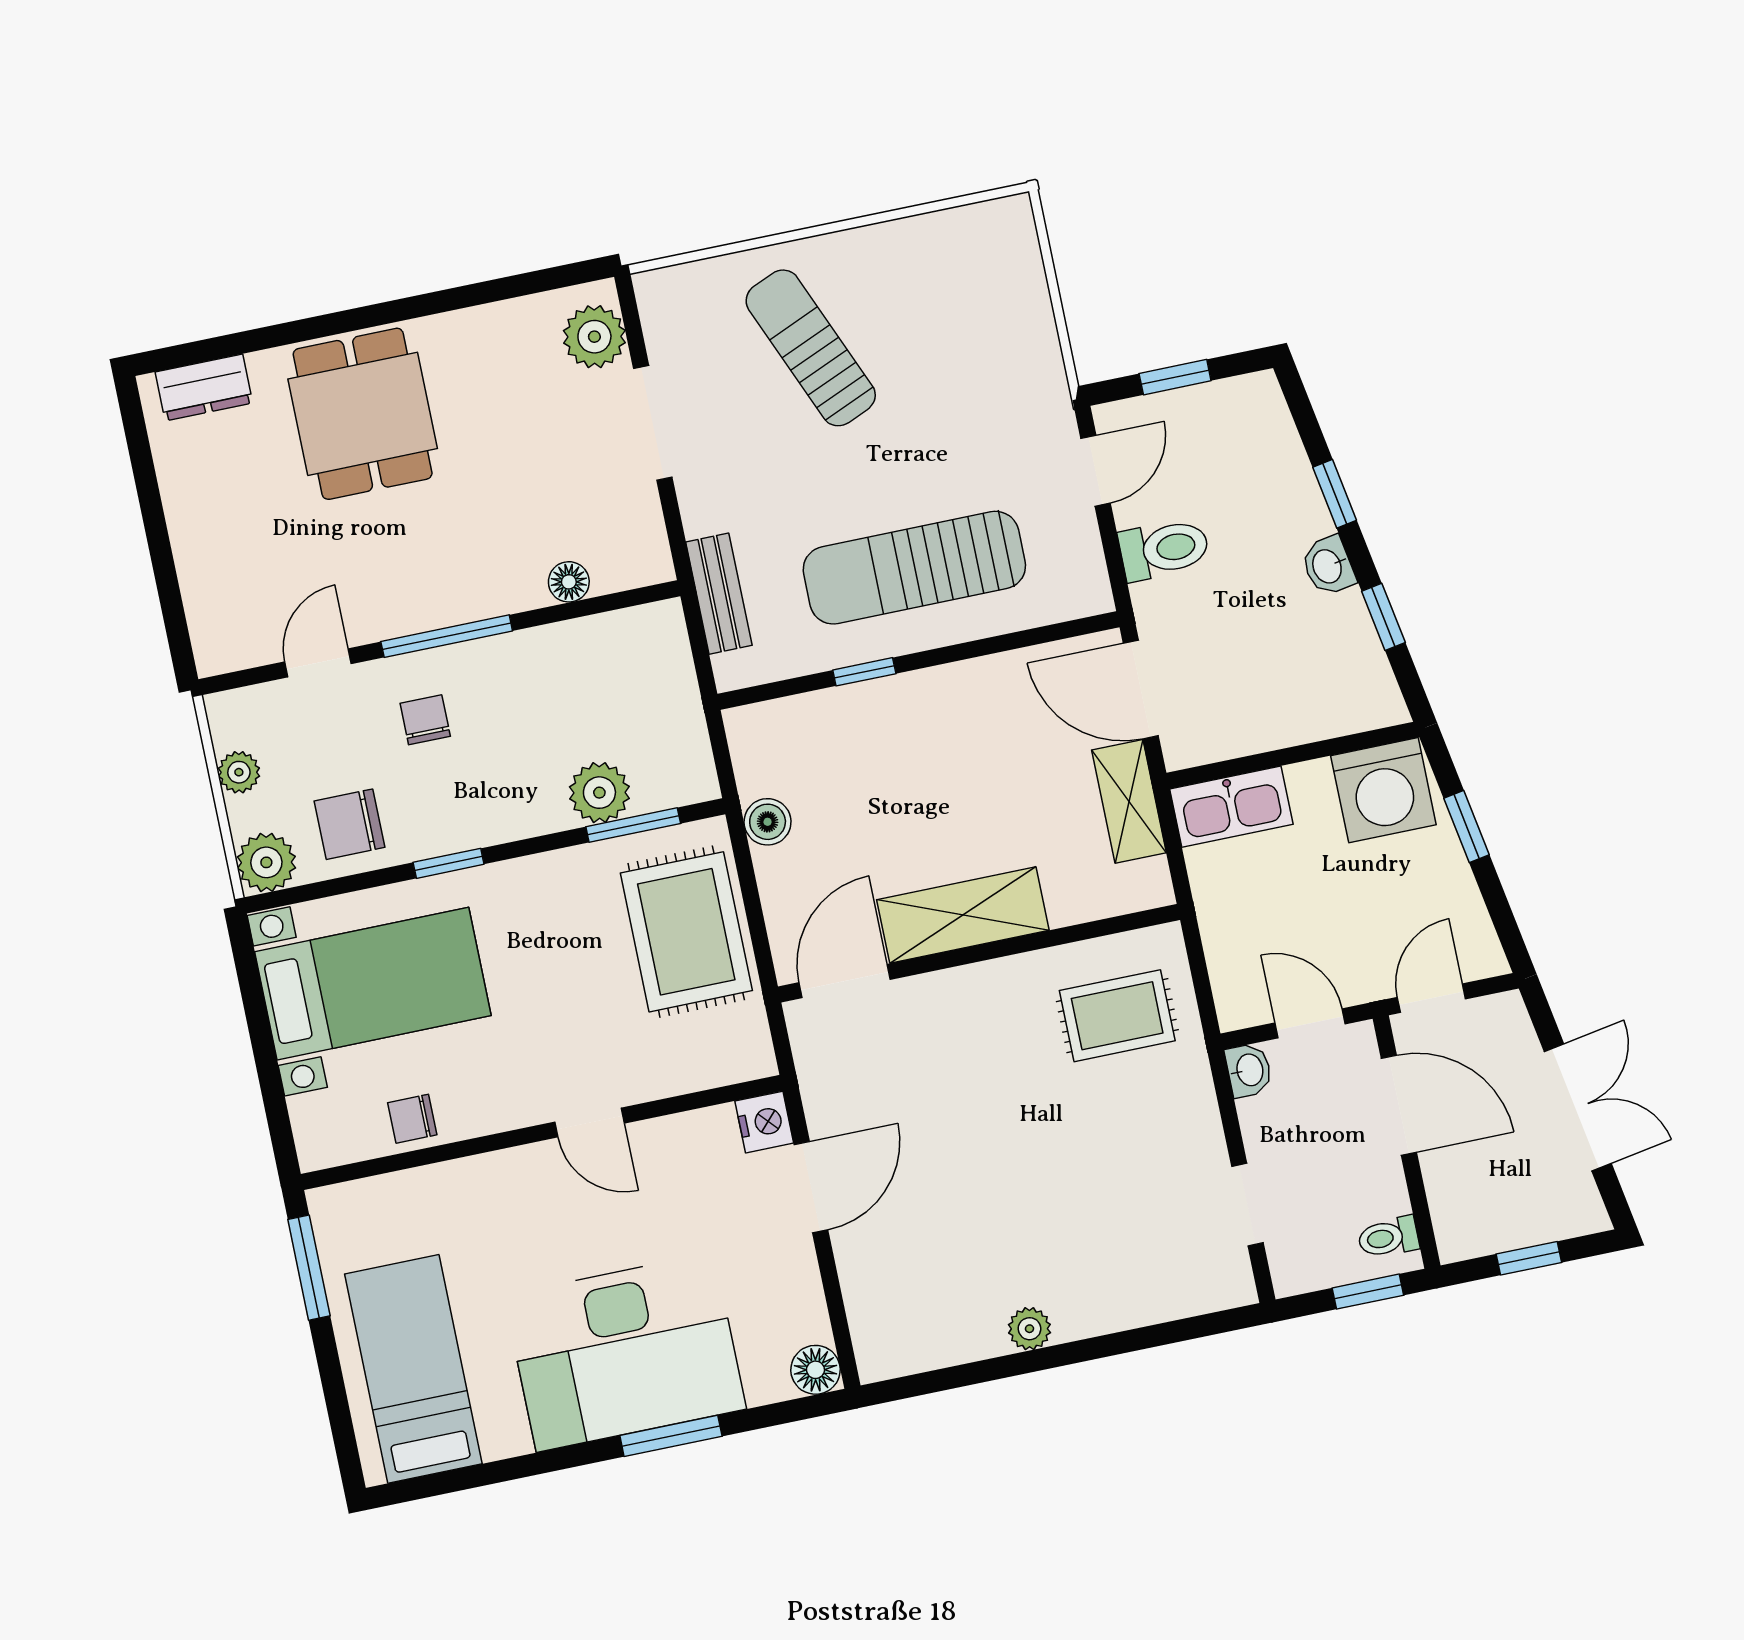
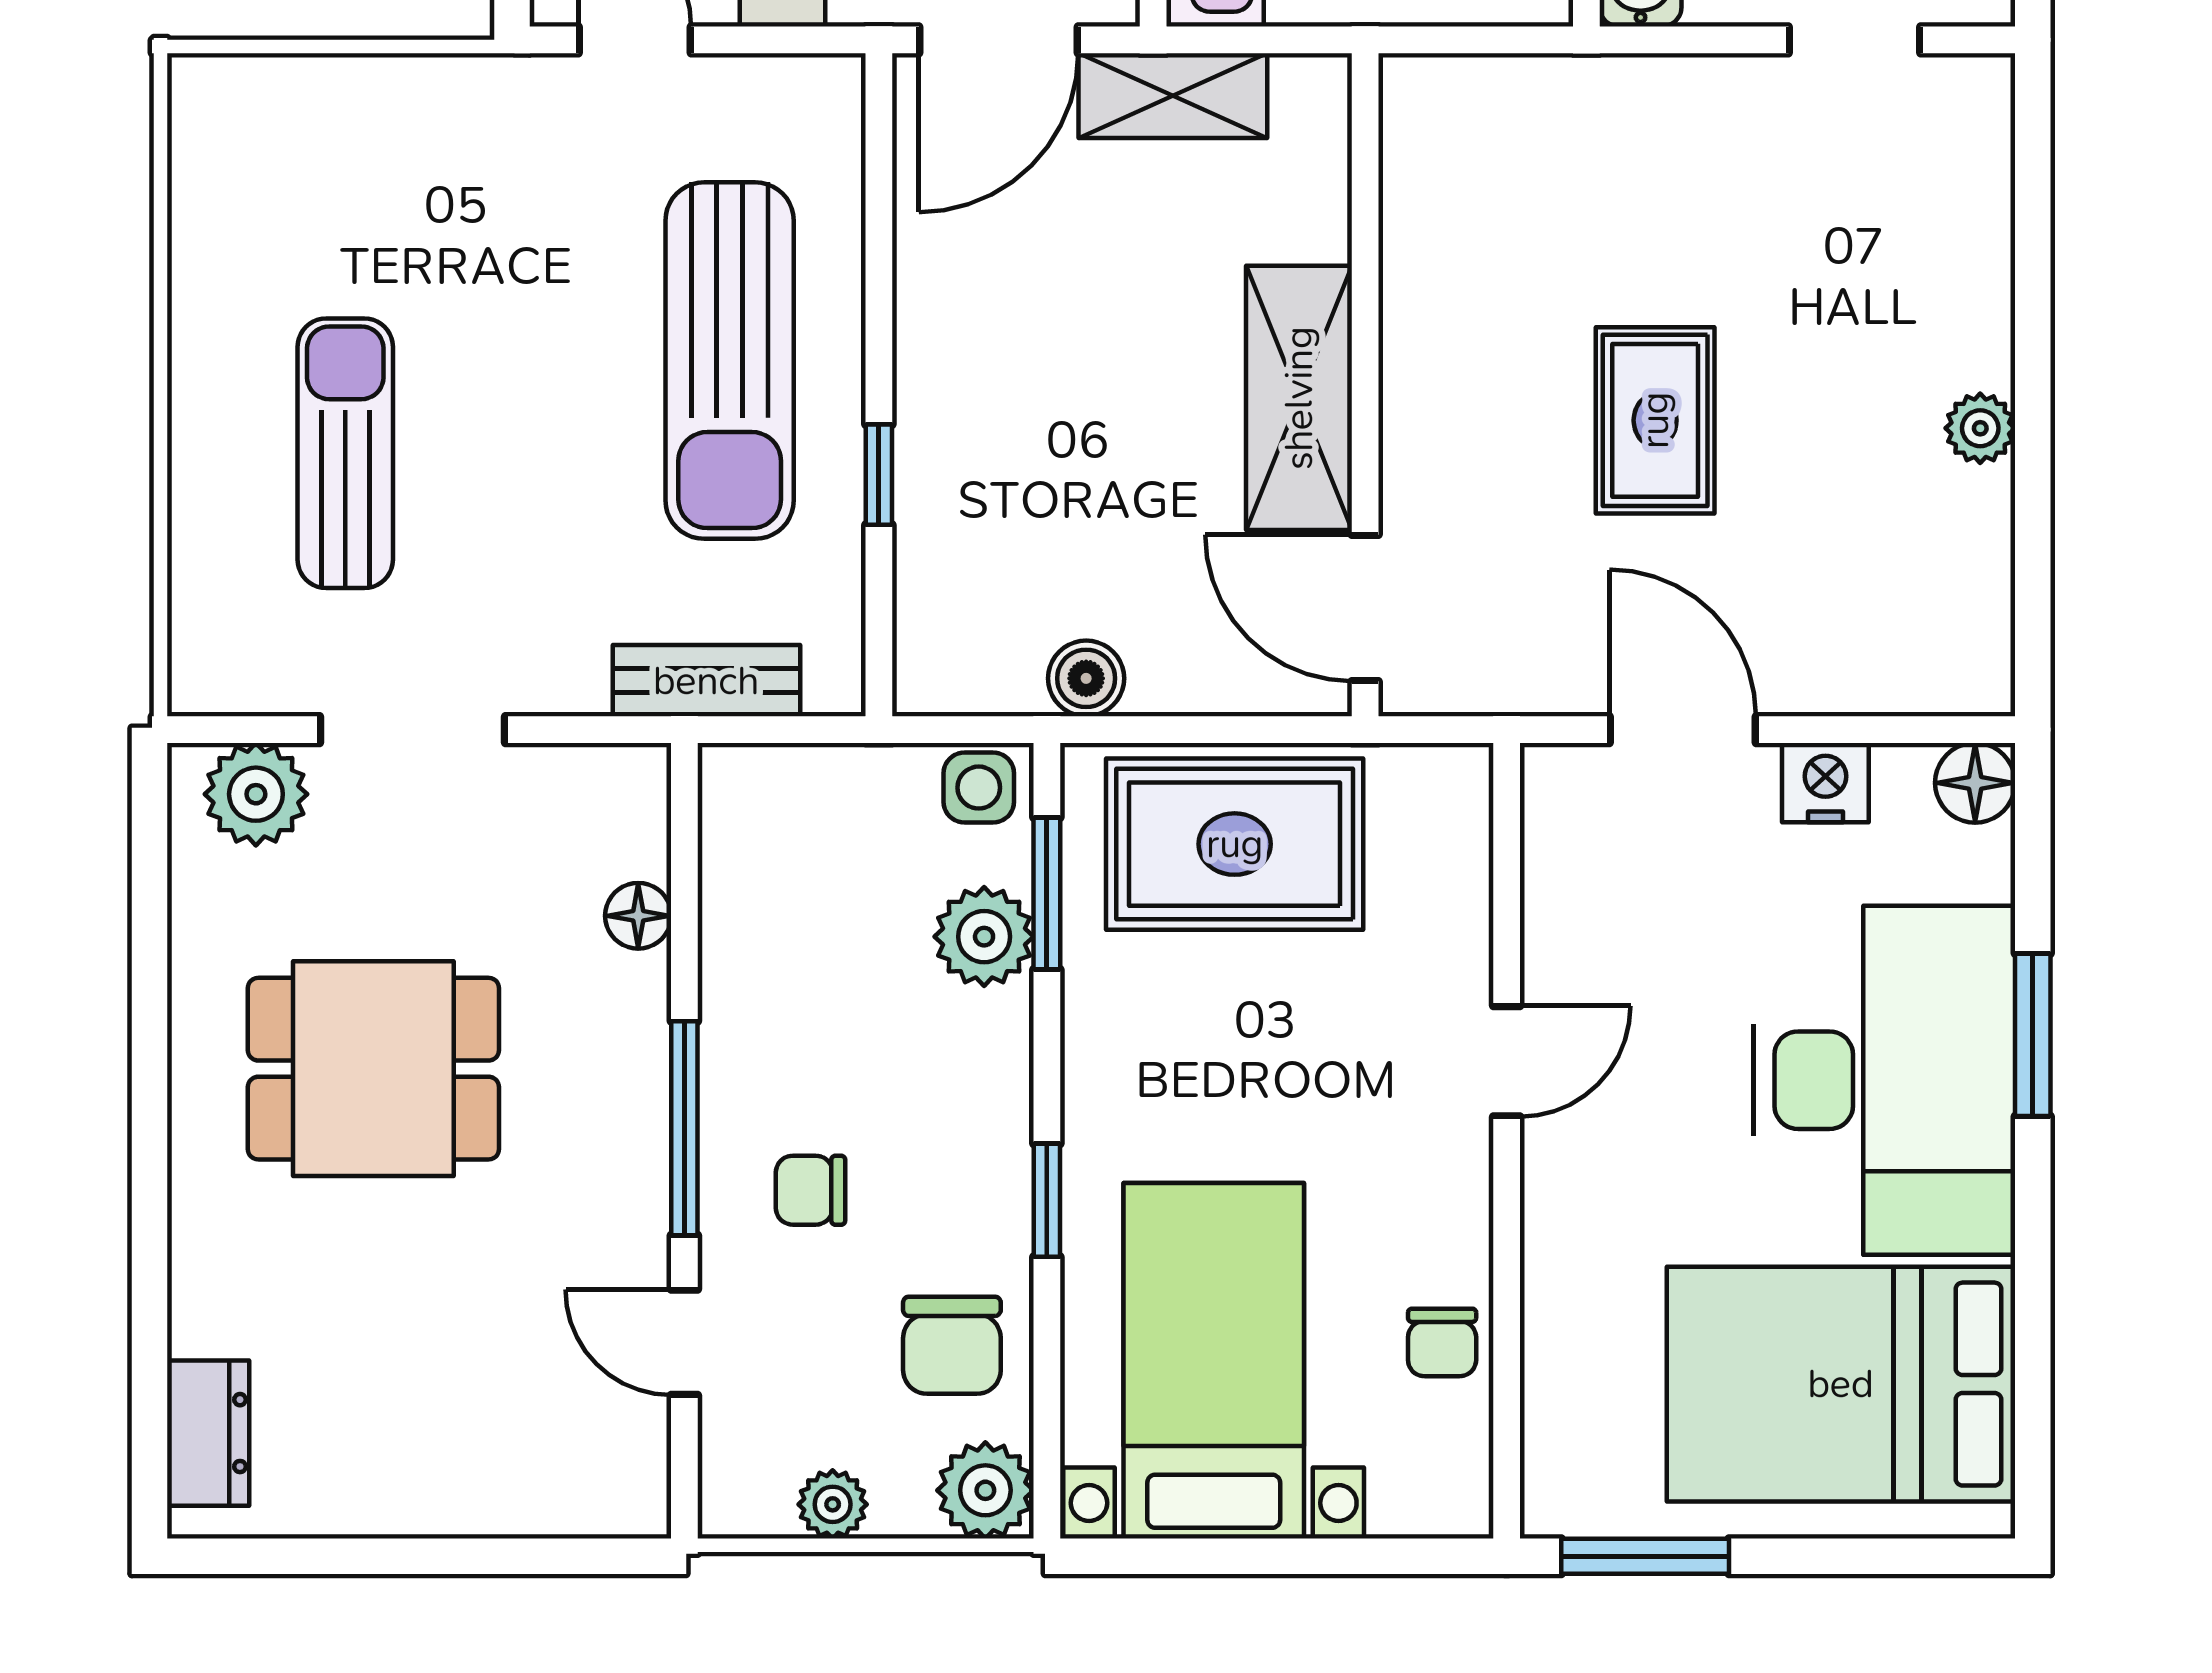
sun lounger: (811, 348) -> (345, 453), turned 113
dining table: (363, 414) -> (373, 1069), moved
side table: (688, 771) -> (979, 788), added
rug: (1117, 1016) -> (1655, 420), moved
nightstand: (764, 1122) -> (1825, 783), moved
bed: (413, 1369) -> (1841, 1384), width x1.50

